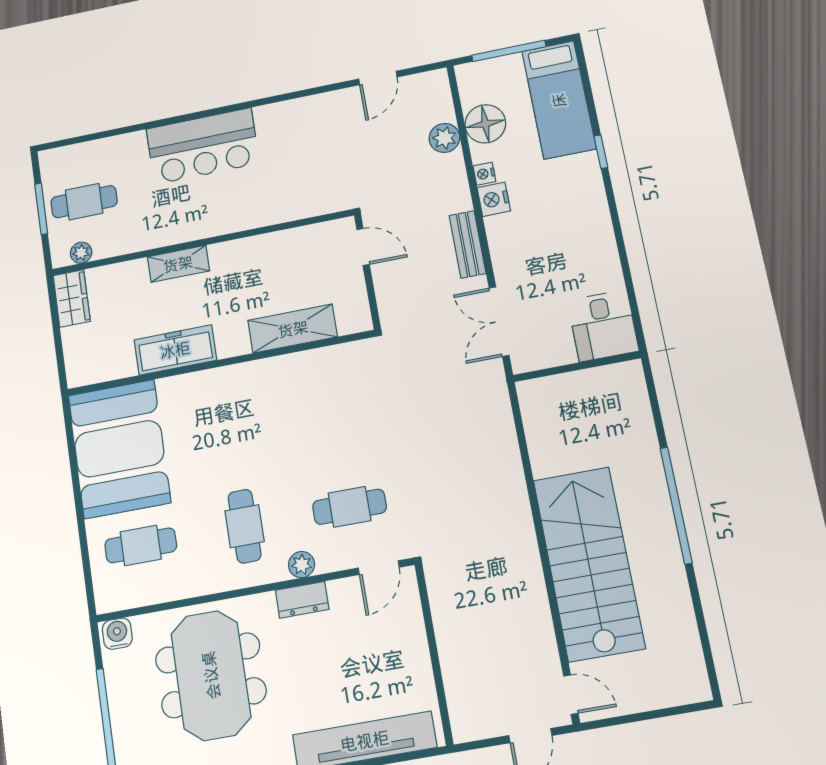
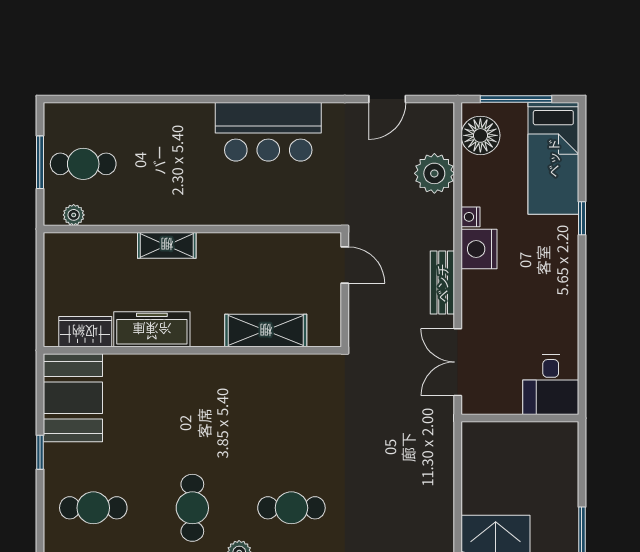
floor lamp: (485, 124) -> (480, 135), moved
plant: (444, 138) -> (434, 173), width x1.36, depth x1.36
bar counter: (203, 146) -> (268, 132), moved
nightstand: (494, 199) -> (479, 249), width x1.36, depth x1.33
wardrobe: (72, 298) -> (85, 332), moved, turned -90
booth: (119, 449) -> (73, 398), width x0.73, depth x0.70
window: (78, 497) -> (40, 452), added

